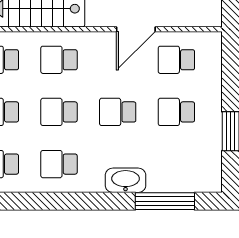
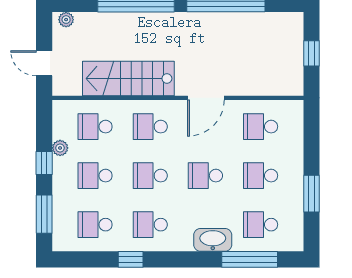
door: (136, 29) -> (206, 98), moved
school desk: (176, 164) -> (261, 225), added
window: (38, 201) -> (131, 259), added

